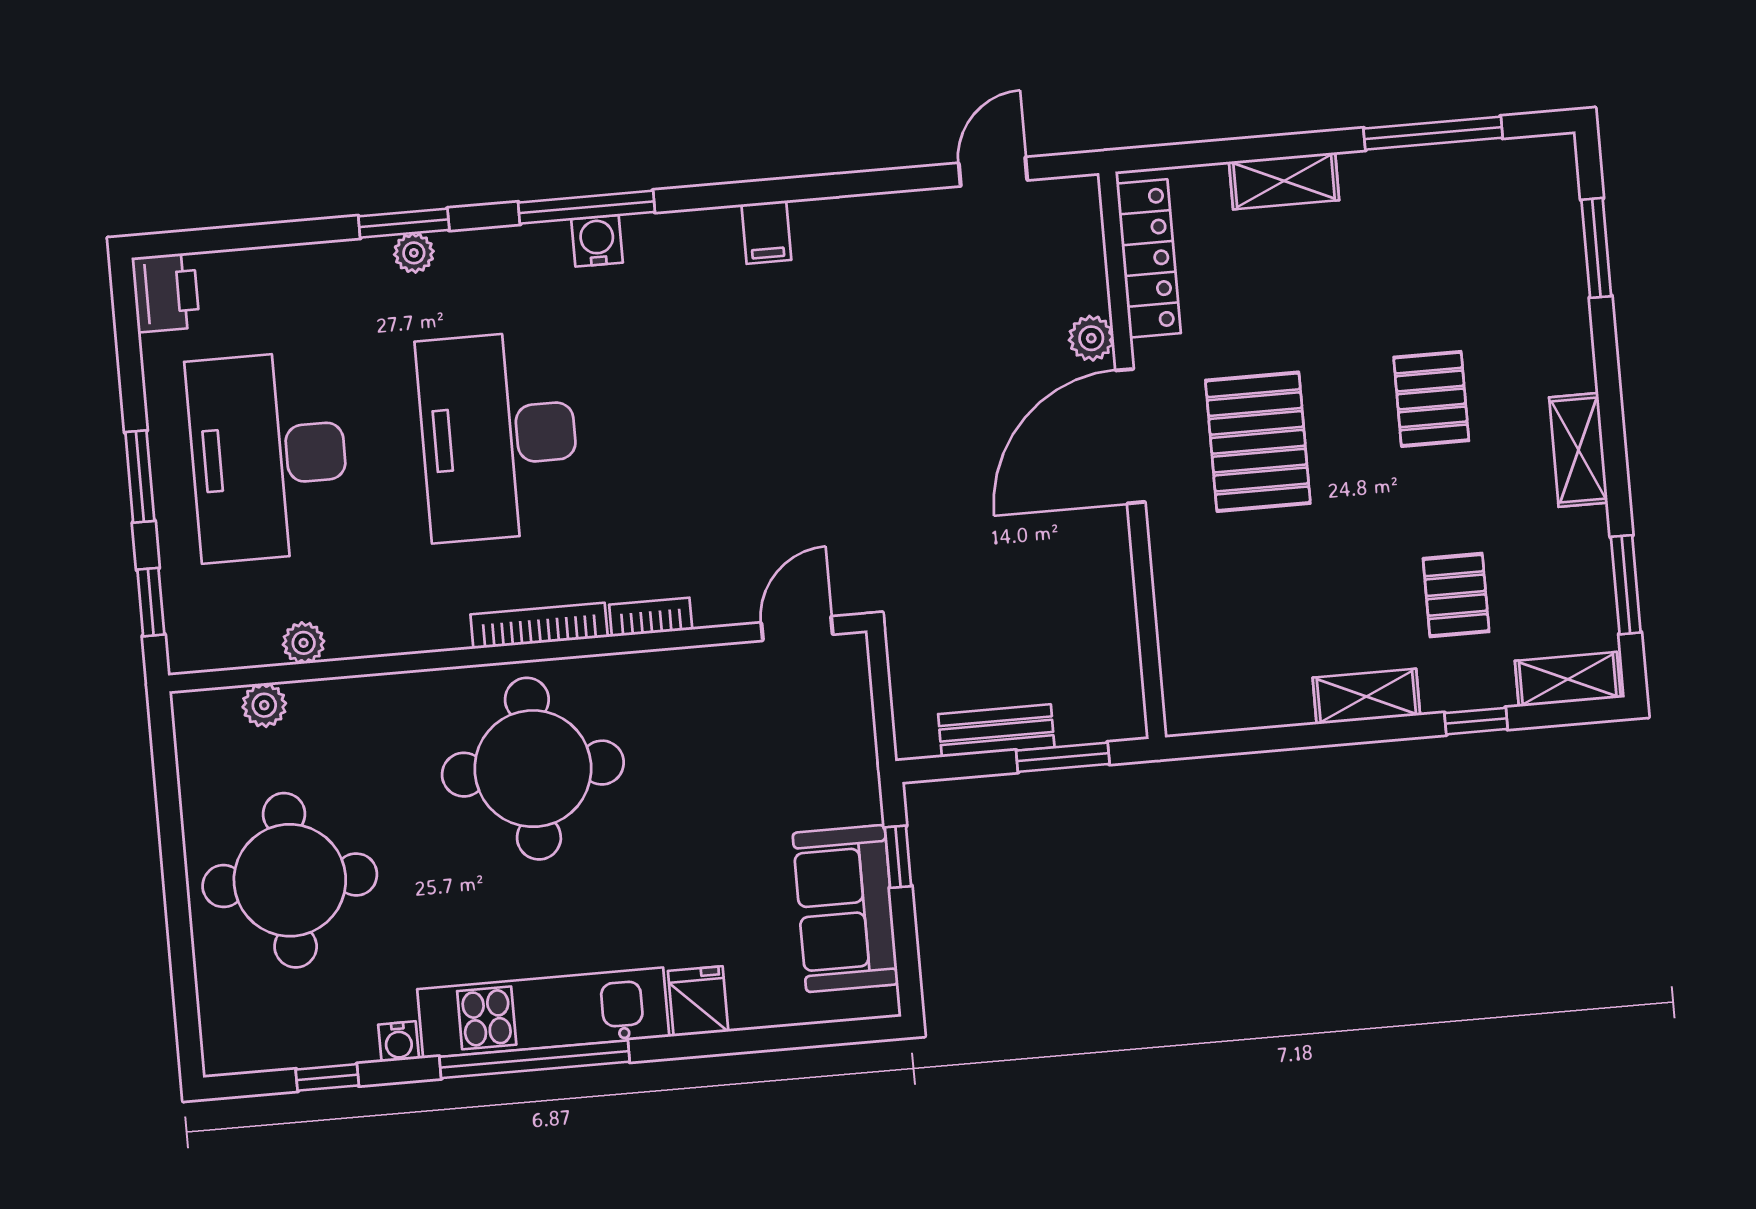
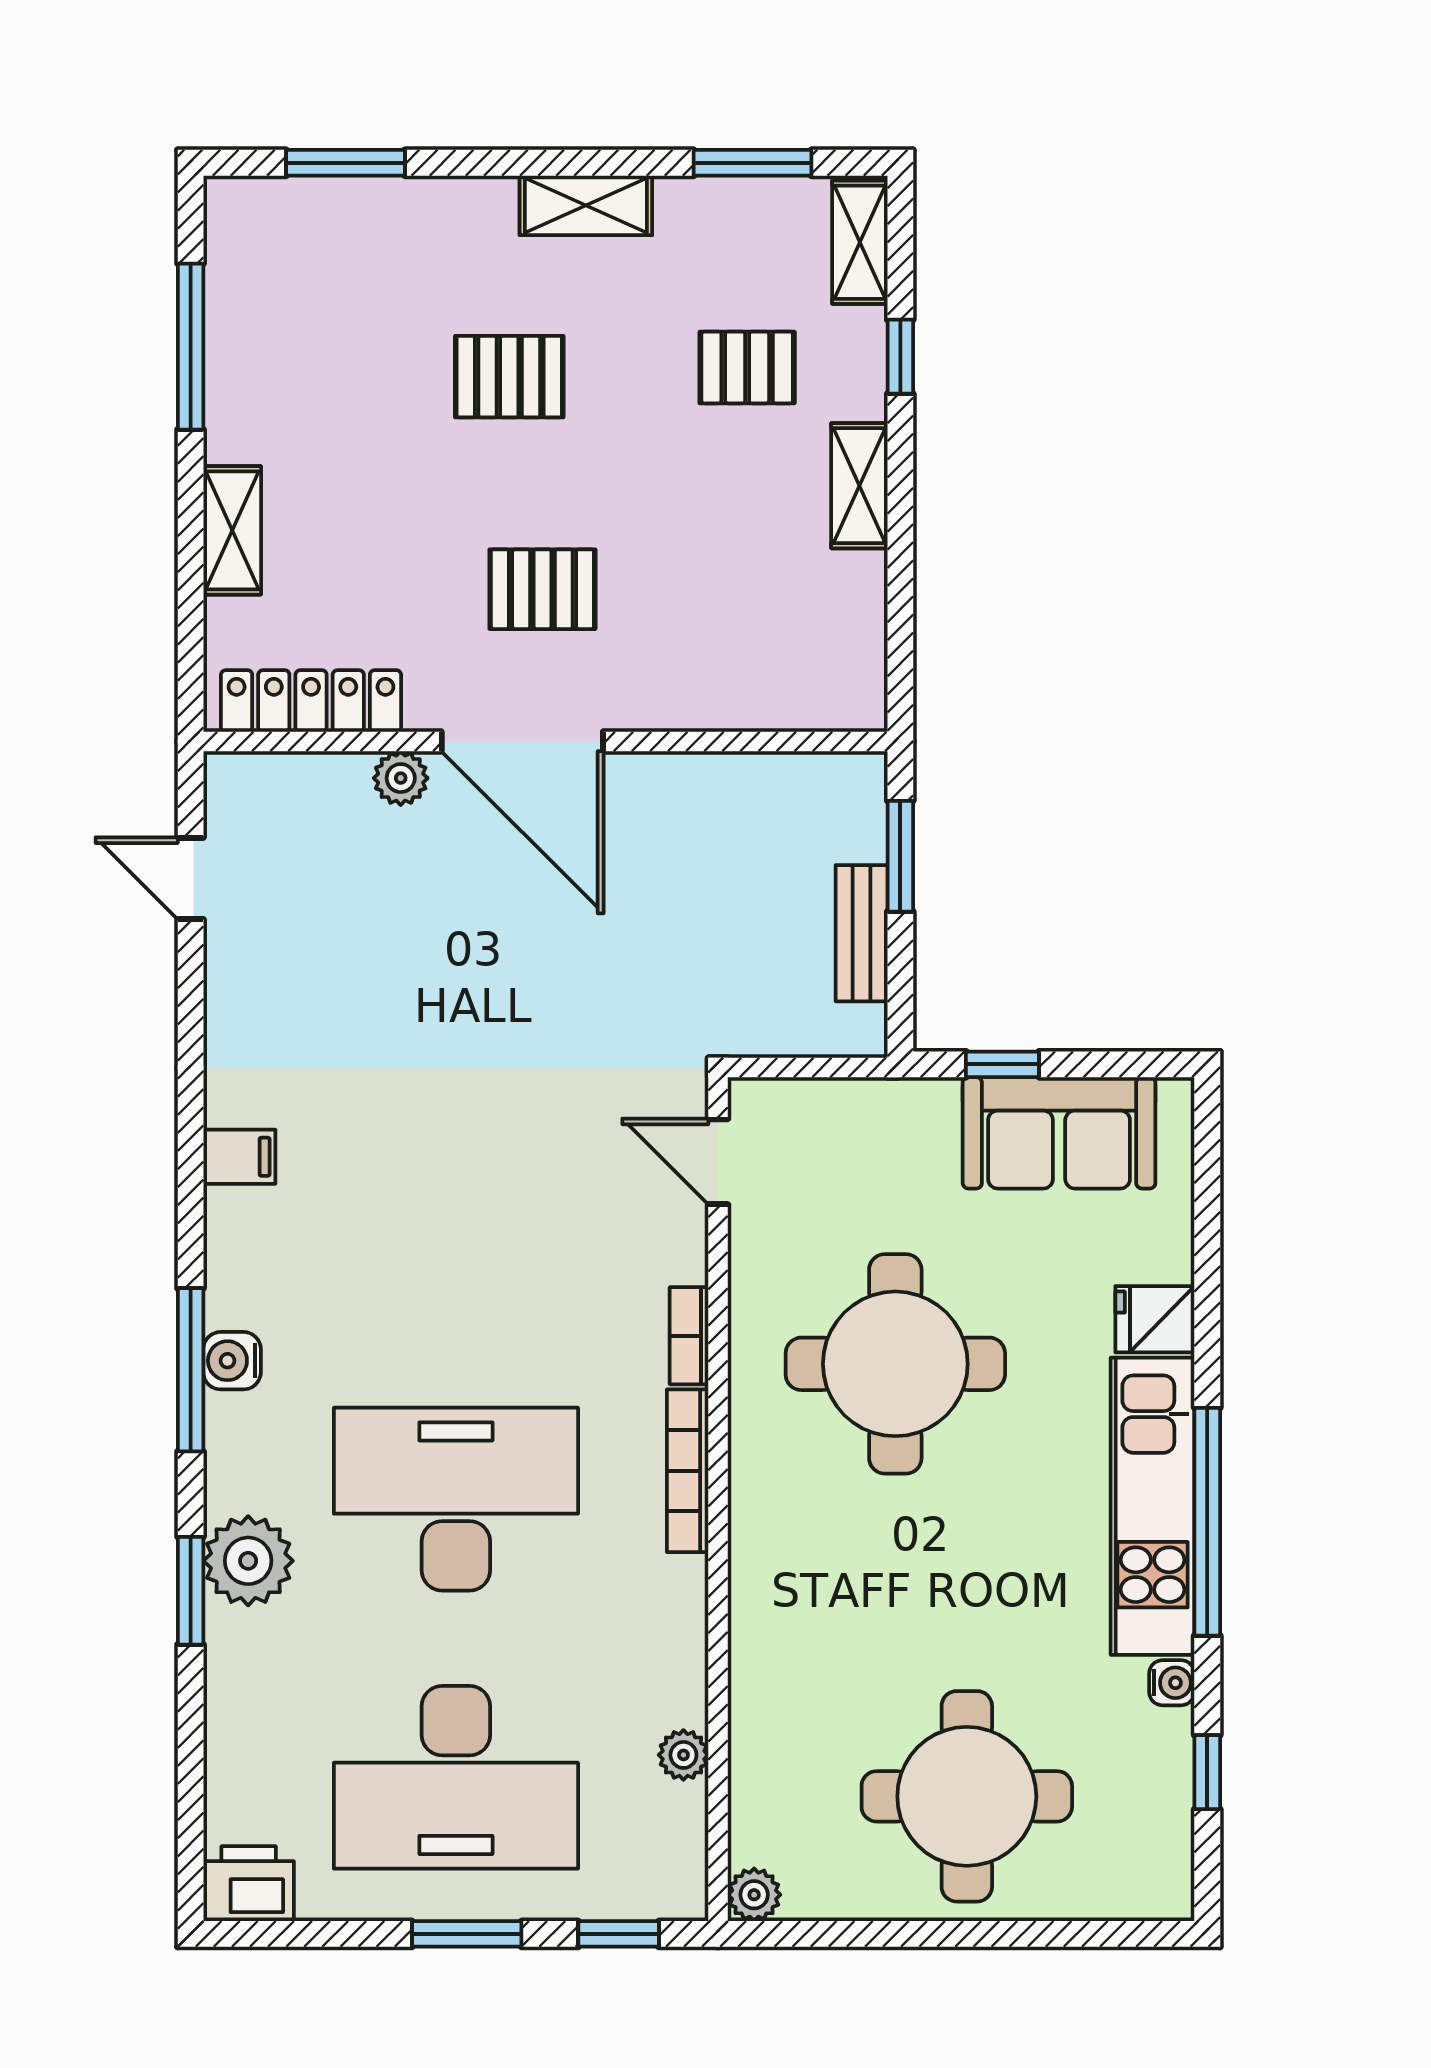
plant: (414, 253) -> (248, 1561), width x1.88, depth x1.88
desk: (499, 436) -> (456, 1499), turned 180
pallet: (1258, 442) -> (542, 589), width x0.67, depth x0.71
plant: (264, 705) -> (754, 1895), moved
round table: (533, 769) -> (895, 1364), moved

